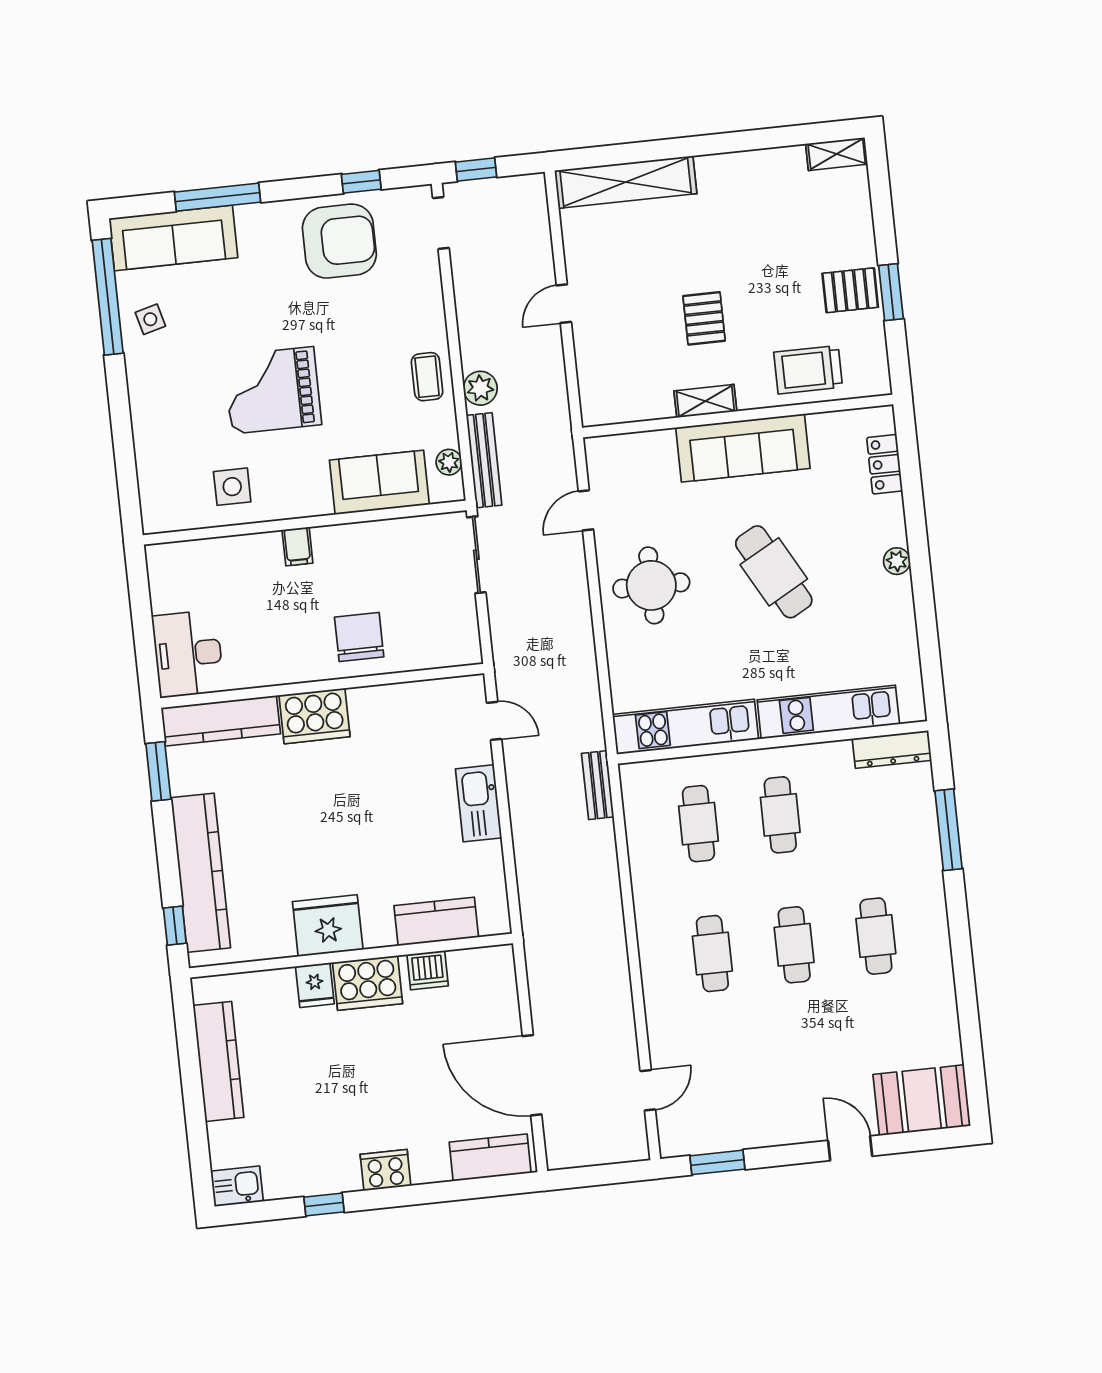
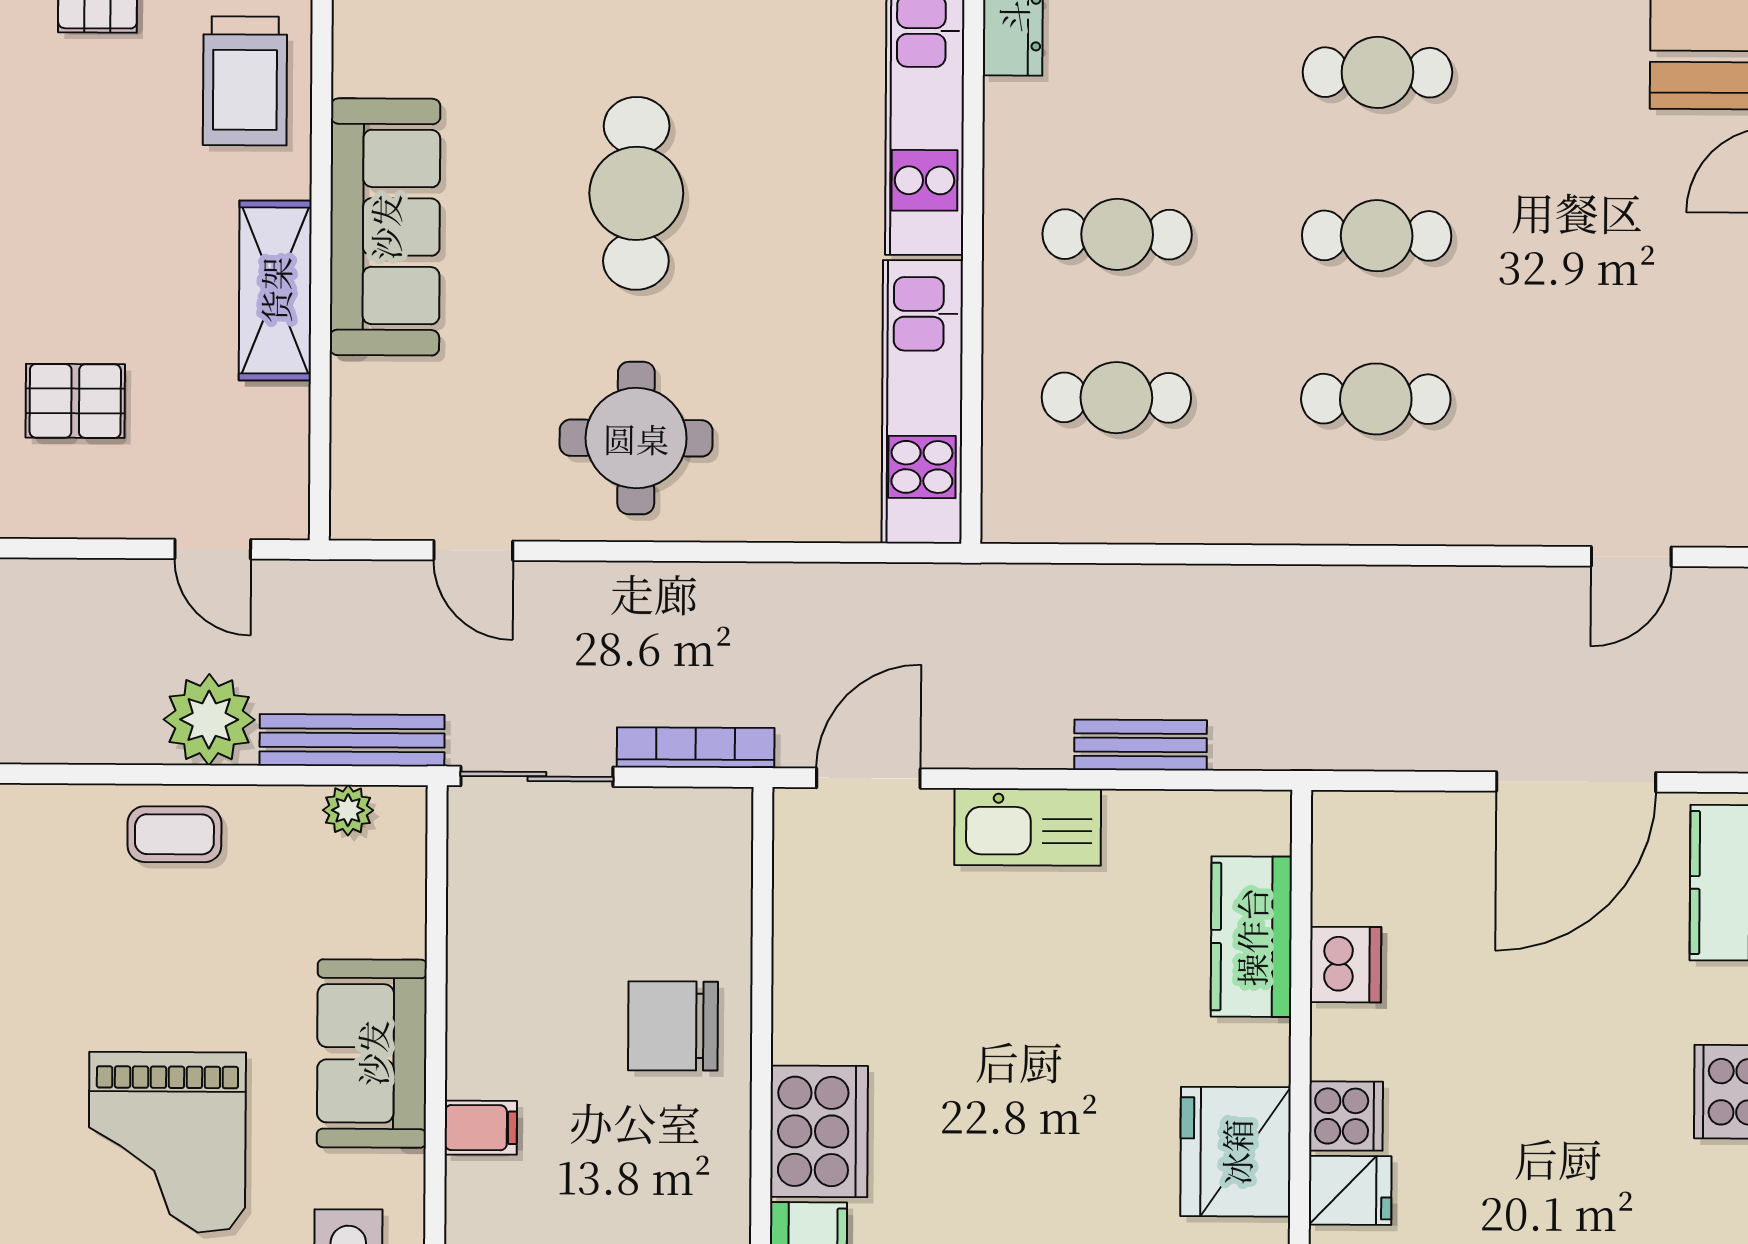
door: (564, 304) -> (213, 549), moved
pallet: (704, 318) -> (75, 401), moved
plant: (480, 388) -> (209, 720), width x1.36, depth x1.36
shelving: (705, 401) -> (275, 290), width x1.50, depth x1.33
sofa: (379, 482) -> (372, 1053), moved
cafe table: (774, 572) -> (636, 193), turned -61
bookcase: (500, 633) -> (696, 748), added
door: (494, 721) -> (868, 778), width x1.38
bench: (598, 785) -> (1141, 745), moved
cooker: (368, 983) -> (1346, 1116), width x0.53, depth x0.76
door: (648, 1090) -> (1631, 557), swing flipped

